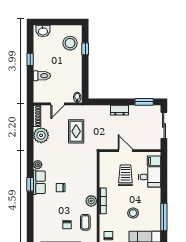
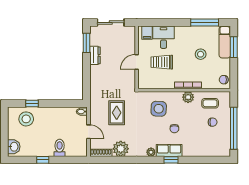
dresser: (119, 110) -> (95, 55), moved
rug: (76, 131) -> (117, 113), turned 90
side table: (80, 172) -> (159, 109), added

